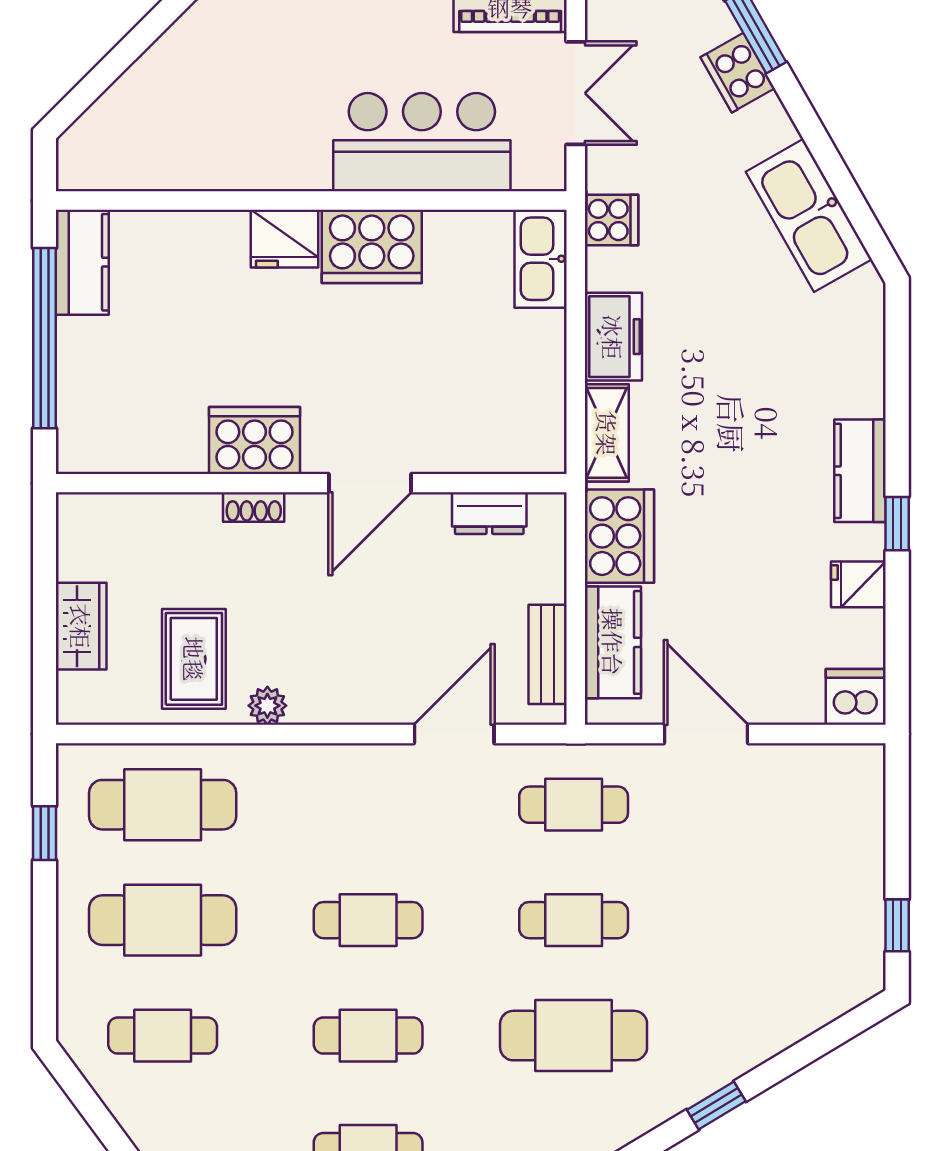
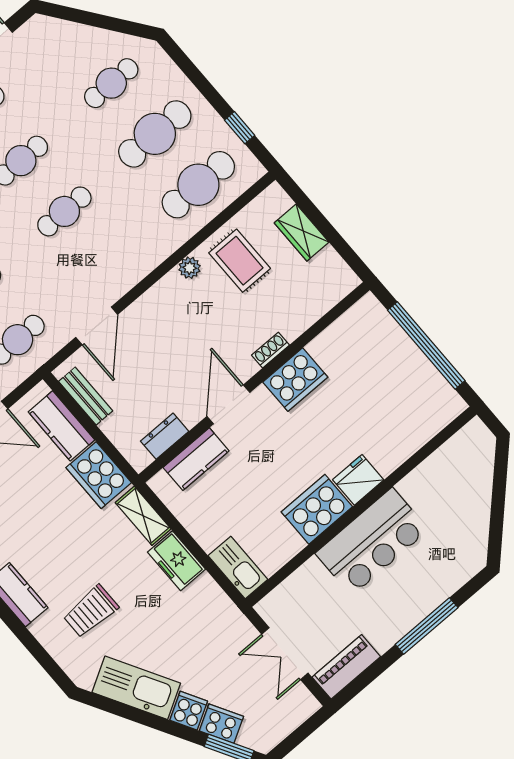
bar counter: (422, 142) -> (372, 542), moved
cooker: (611, 220) -> (189, 711), moved, turned 150
kitchen counter: (82, 262) -> (196, 459), moved, turned -90
trolley: (783, 367) -> (91, 611), added

